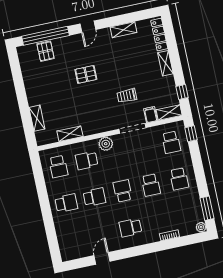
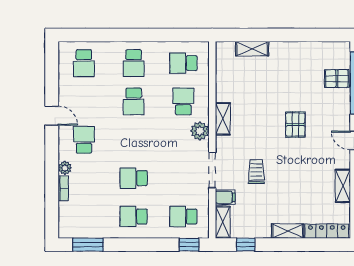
shelving: (70, 134) -> (223, 119), moved
school desk: (123, 191) -> (84, 63), moved, turned 90
plant: (201, 227) -> (65, 168), moved
door: (102, 258) -> (52, 116), moved

